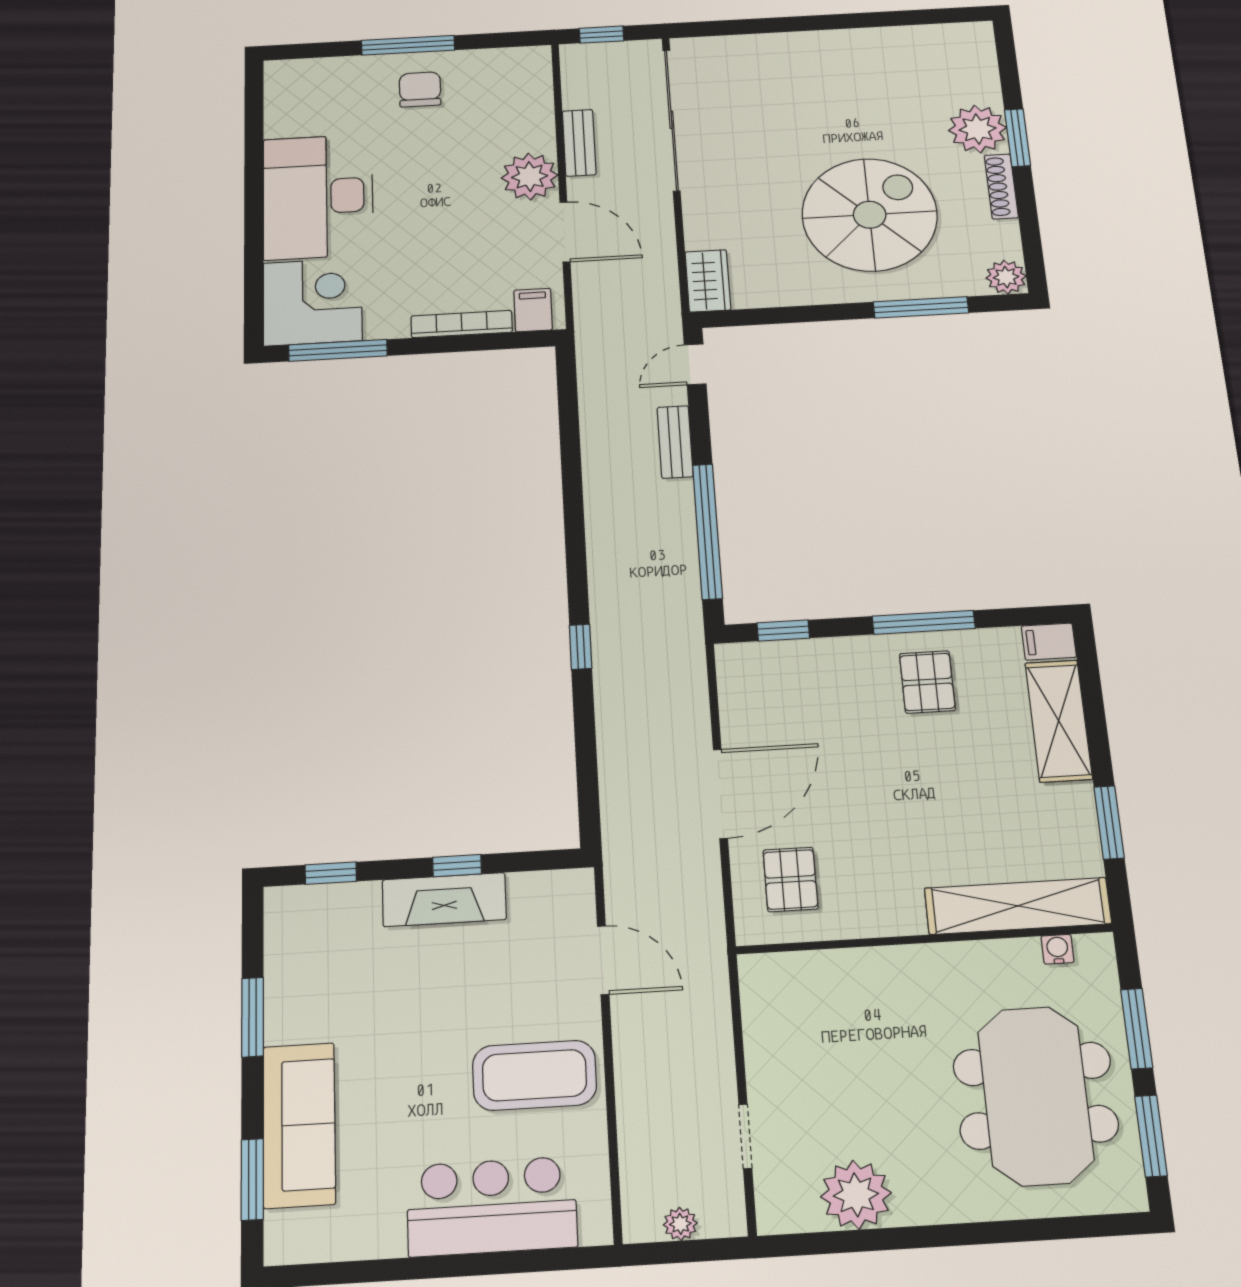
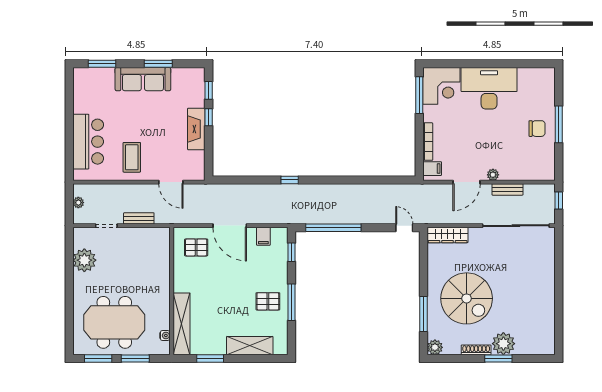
plant: (530, 177) -> (493, 175), width x0.53, depth x0.53
wardrobe: (708, 281) -> (448, 235), width x1.50
bench: (675, 442) -> (139, 218), moved
filing cabinet: (1049, 642) -> (263, 236), moved, turned 180
window: (457, 866) -> (209, 117), moved
door: (603, 960) -> (171, 182), hinge flipped
coffee table: (534, 1075) -> (132, 157), width x0.73, depth x0.76
sofa: (299, 1125) -> (143, 79), moved

